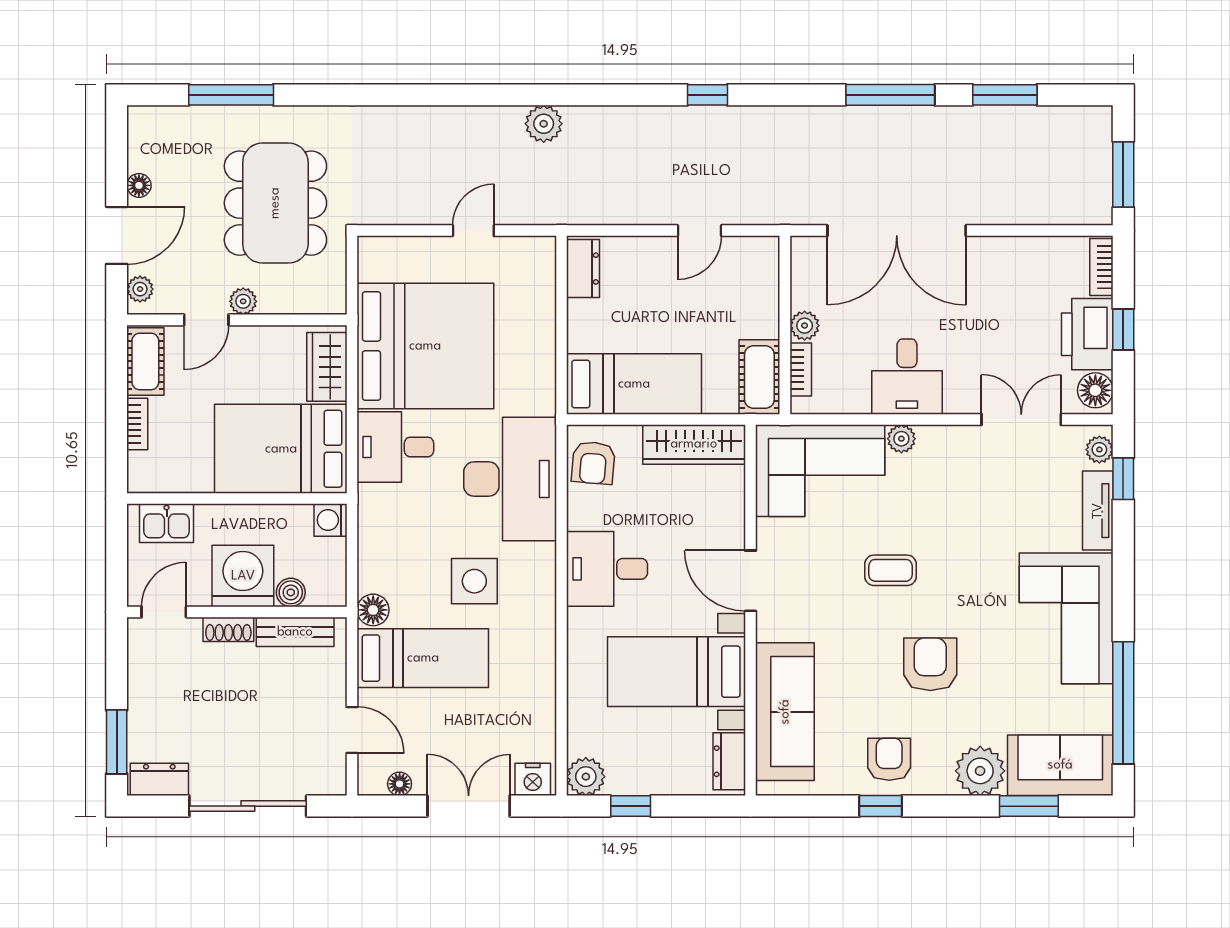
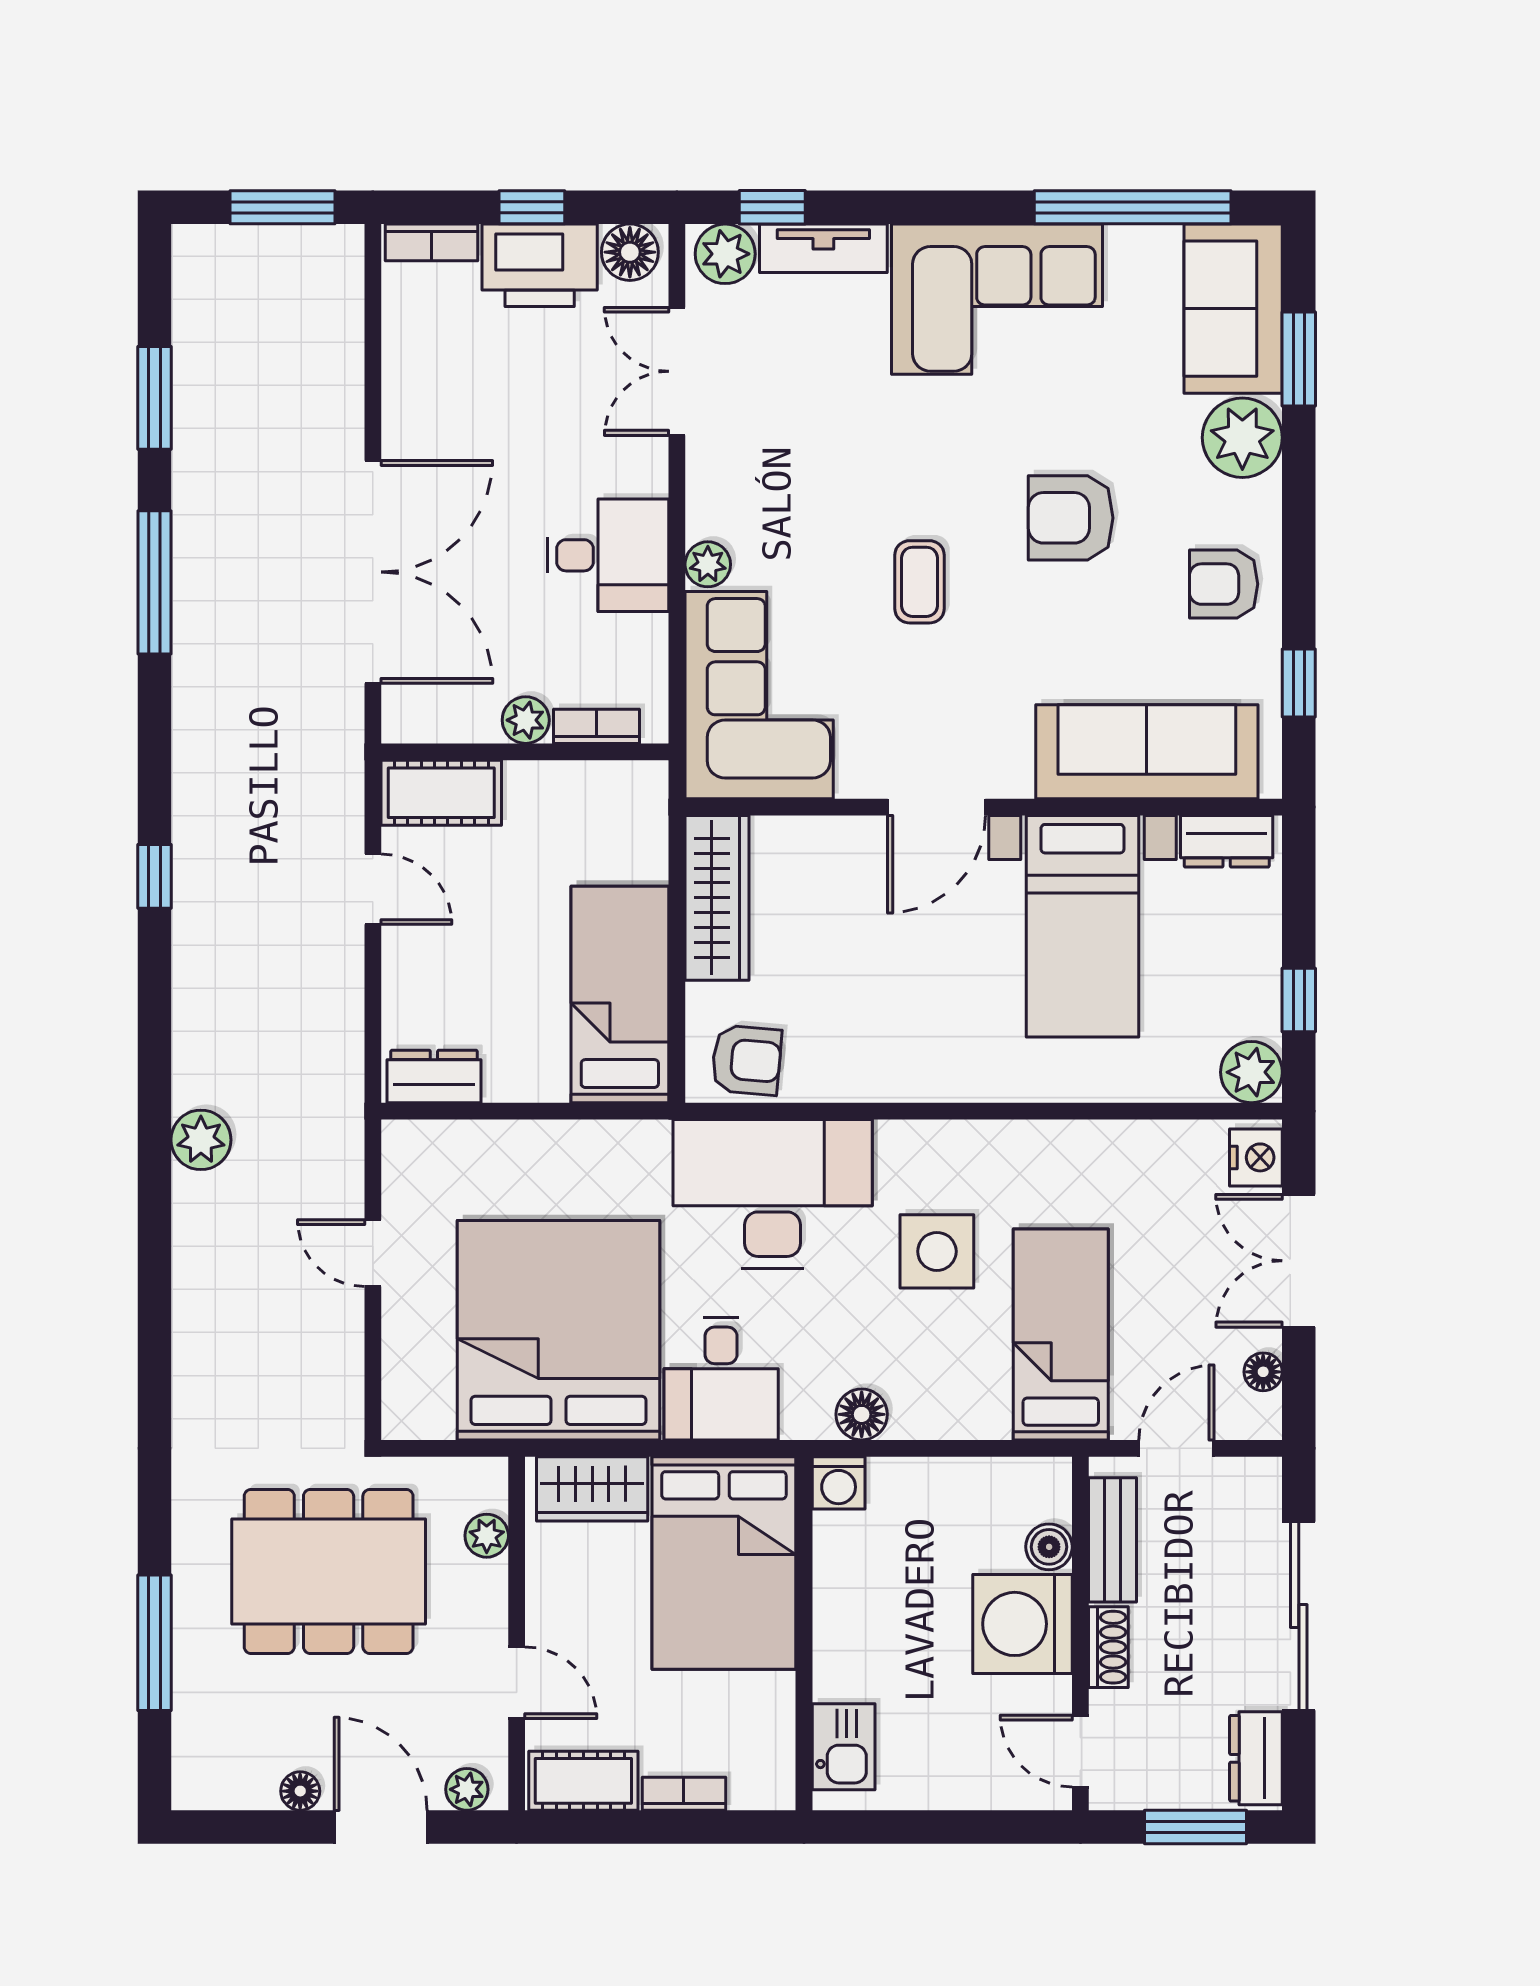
plant: (243, 301) -> (487, 1536), moved
cot: (759, 377) -> (441, 793), moved
plant: (1099, 450) -> (725, 254), width x1.38, depth x1.38
desk: (607, 569) -> (917, 1038), removed
washing machine: (243, 576) -> (1023, 1624), moved
boiler: (291, 592) -> (1049, 1547), moved
floor lamp: (373, 610) -> (862, 1414), moved
door: (164, 612) -> (1080, 1751), moved
wall: (237, 612) -> (1080, 1634), moved
shoe rack: (228, 629) -> (1108, 1647), moved
bench: (295, 632) -> (1112, 1540), moved
window: (881, 806) -> (1299, 683), moved

